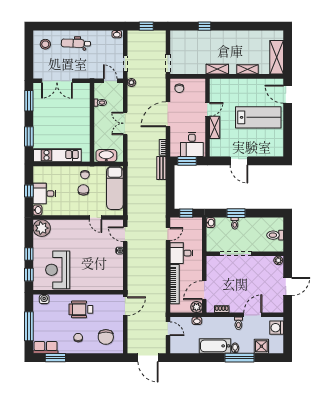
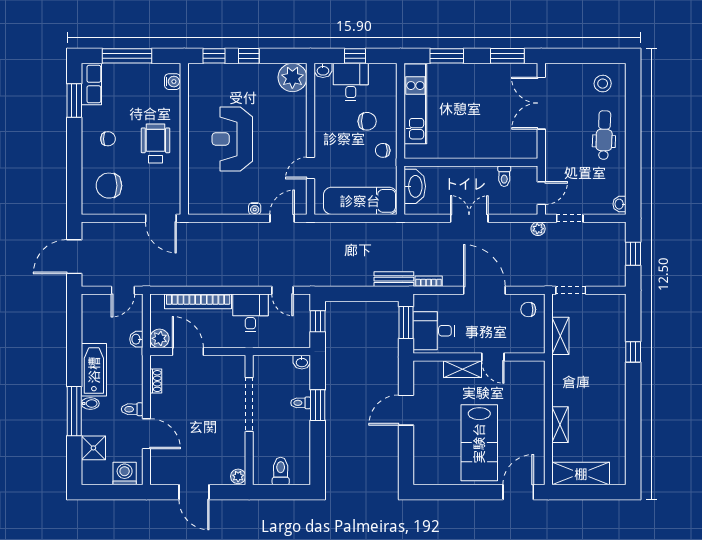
shelving: (217, 69) -> (560, 336), moved
chair: (83, 190) -> (367, 121), moved
reception desk: (58, 270) -> (232, 139), moved, turned -90

